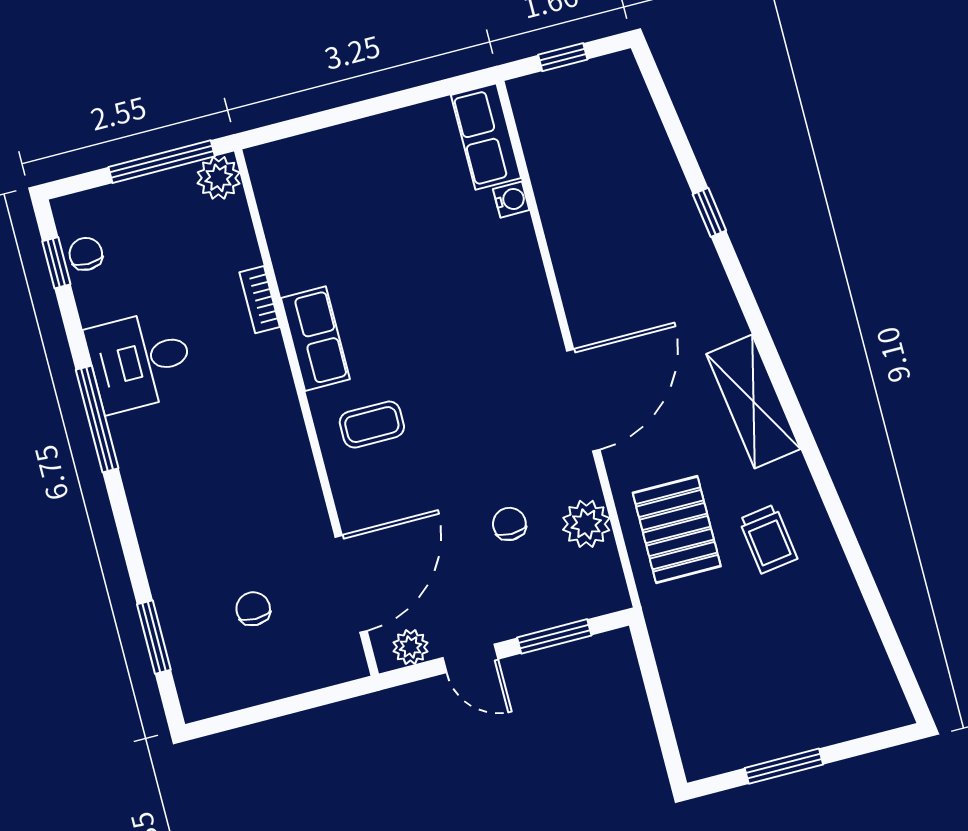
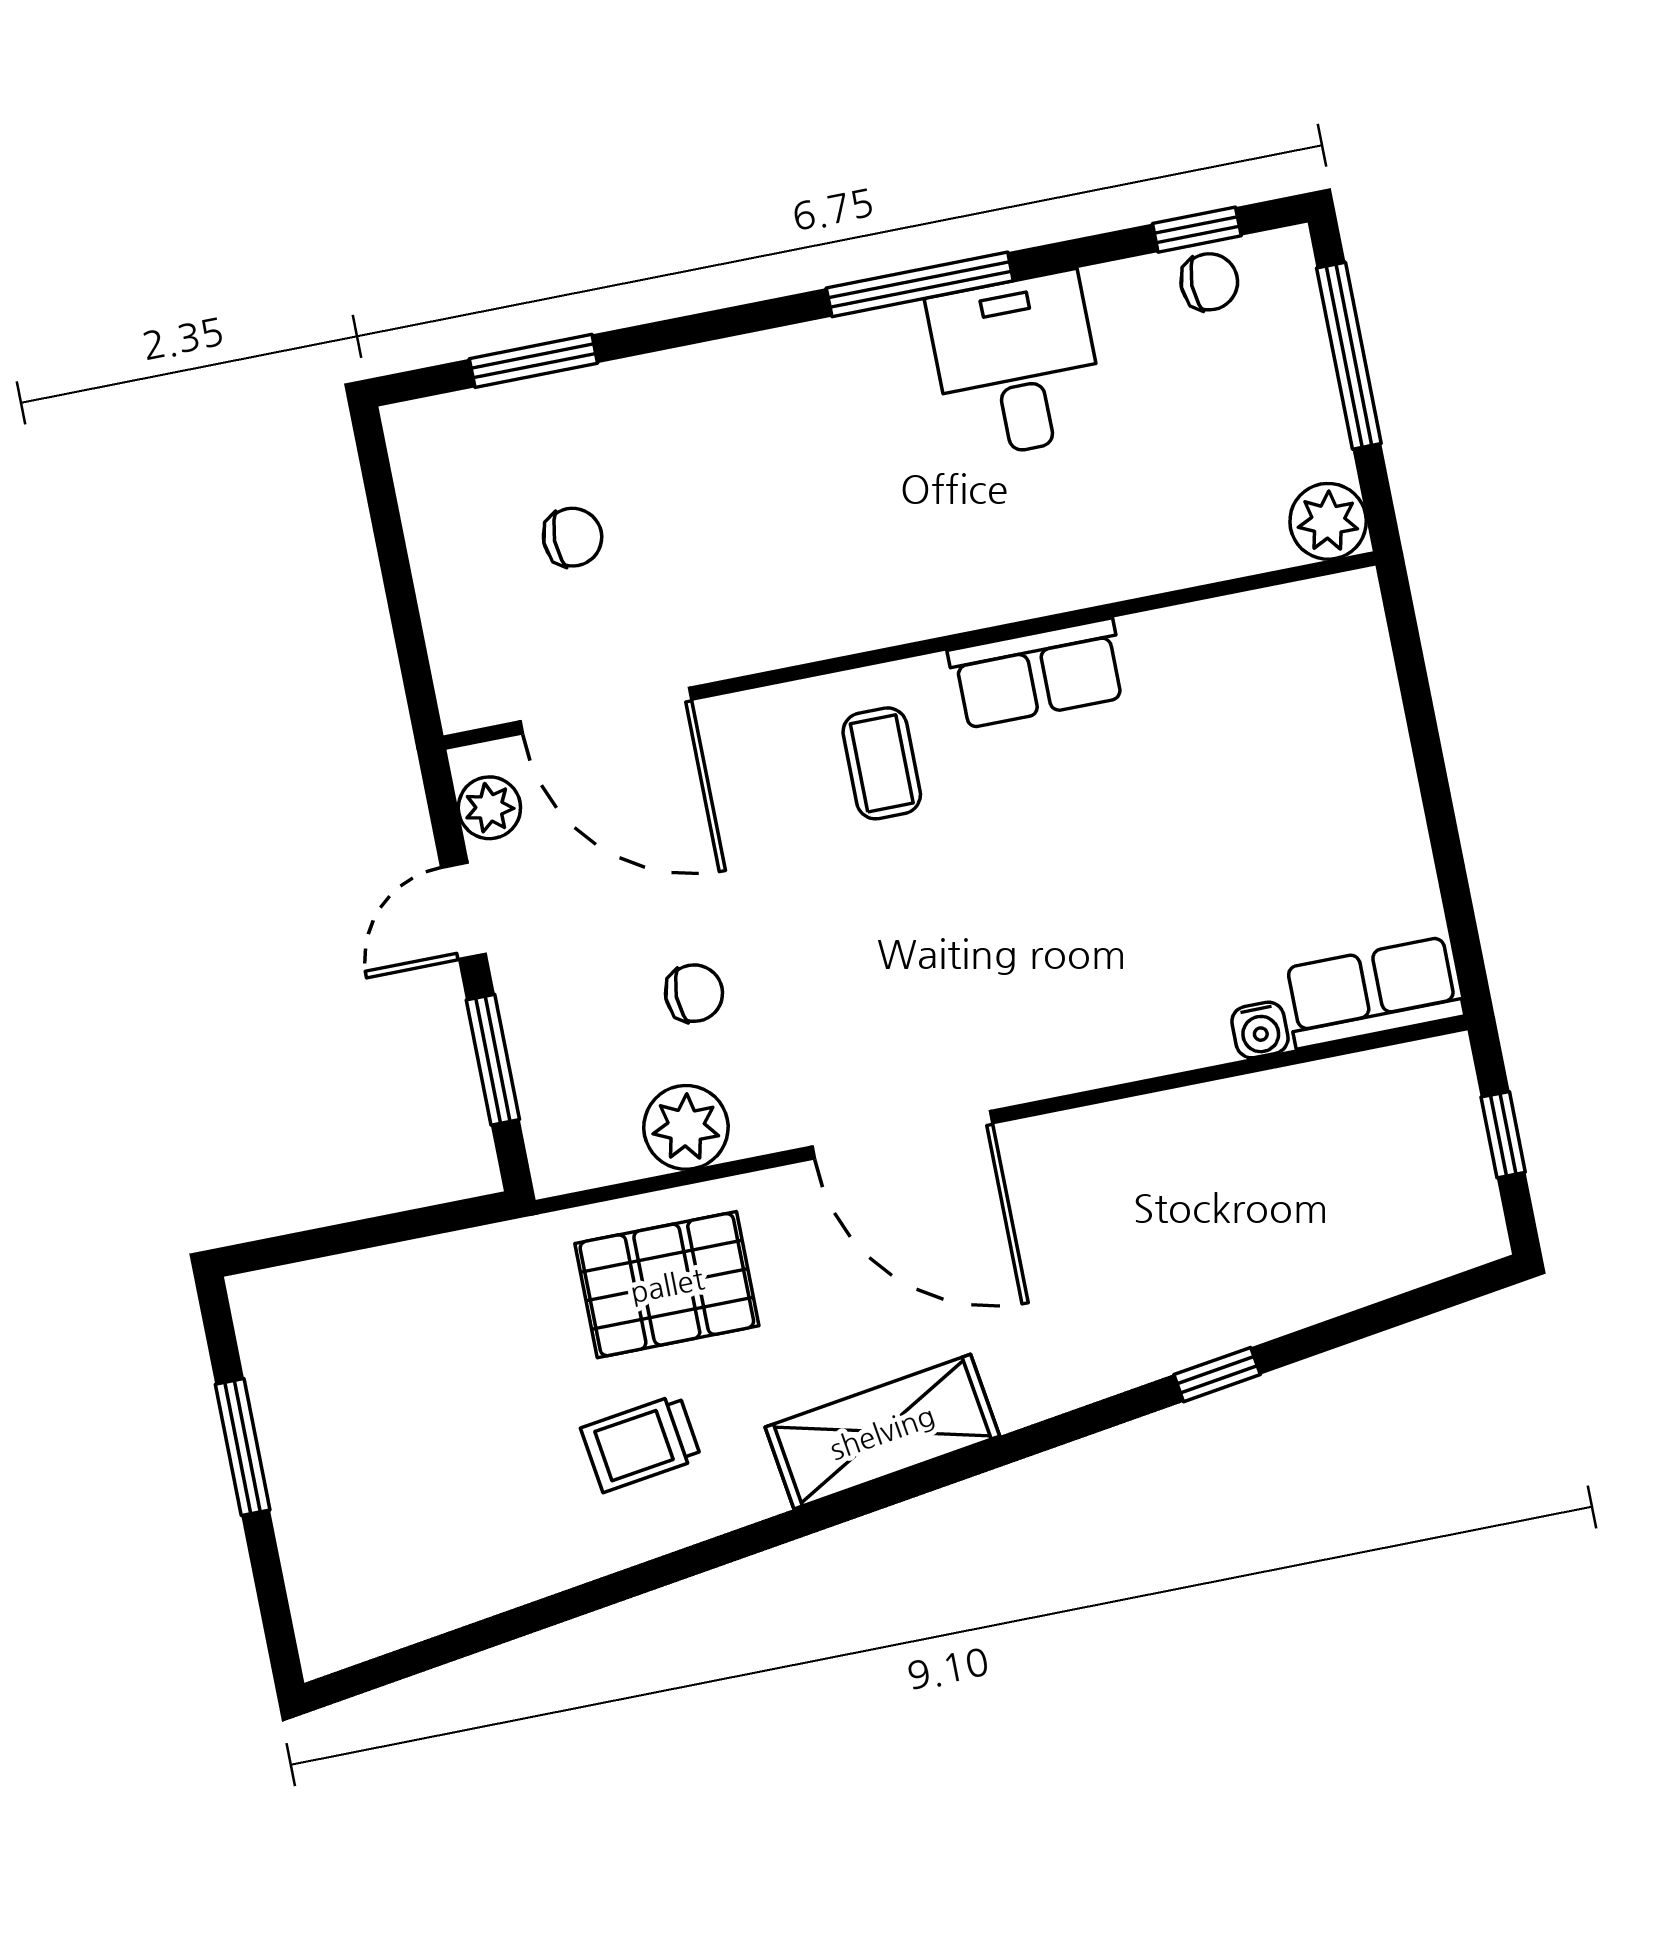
window: (162, 162) -> (1349, 356), moved
bookcase: (260, 300) -> (1111, 581), removed

